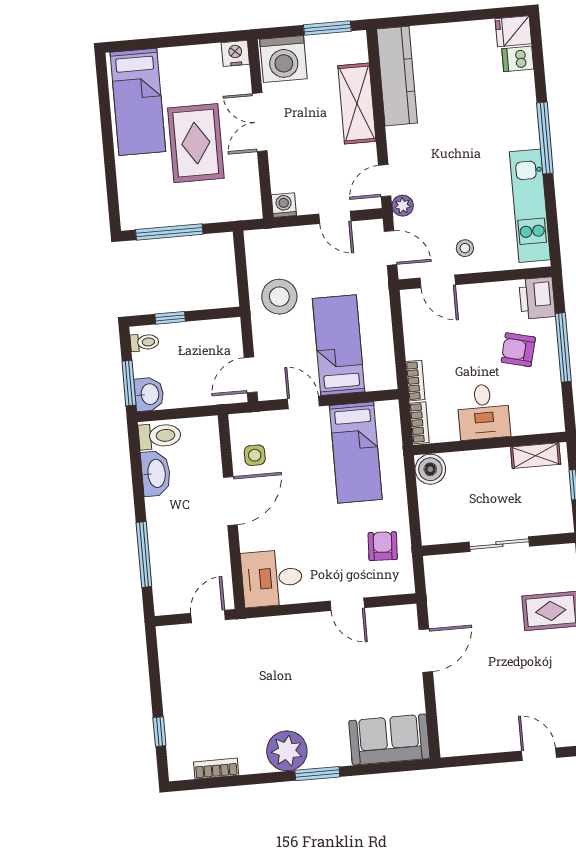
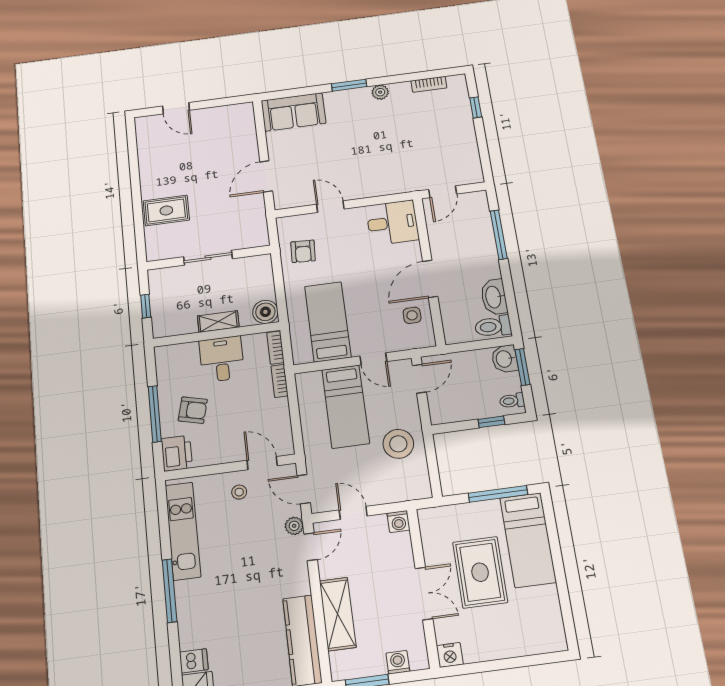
washing machine: (283, 59) -> (398, 662), width x0.53, depth x0.53
bed: (138, 102) -> (528, 540), moved, turned 180
shelving: (536, 456) -> (218, 322), moved
plant: (287, 751) -> (380, 92), width x0.53, depth x0.53

